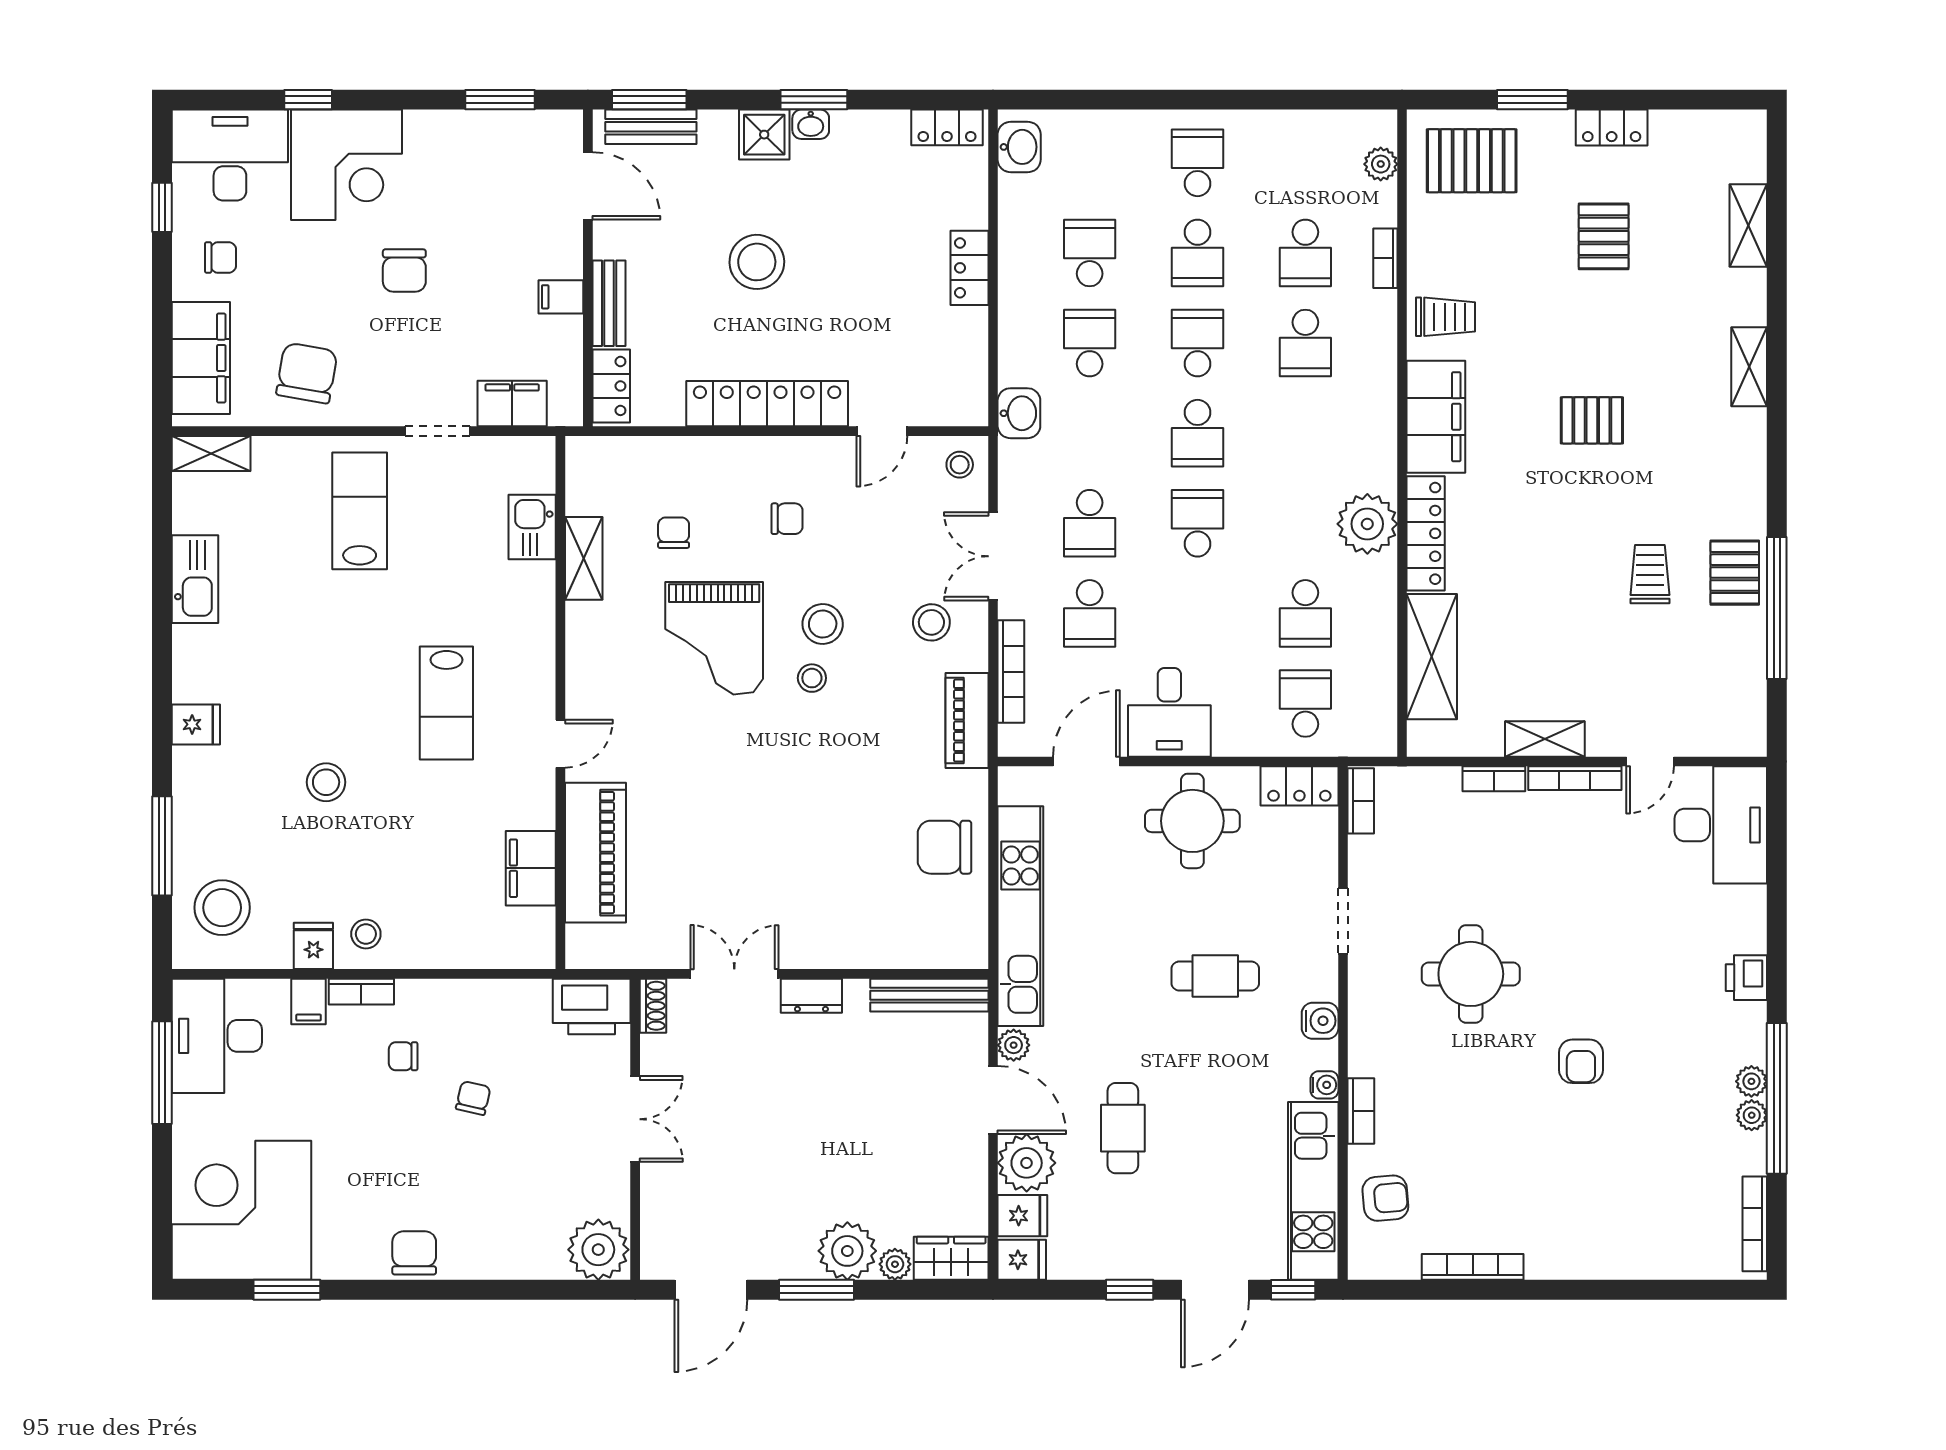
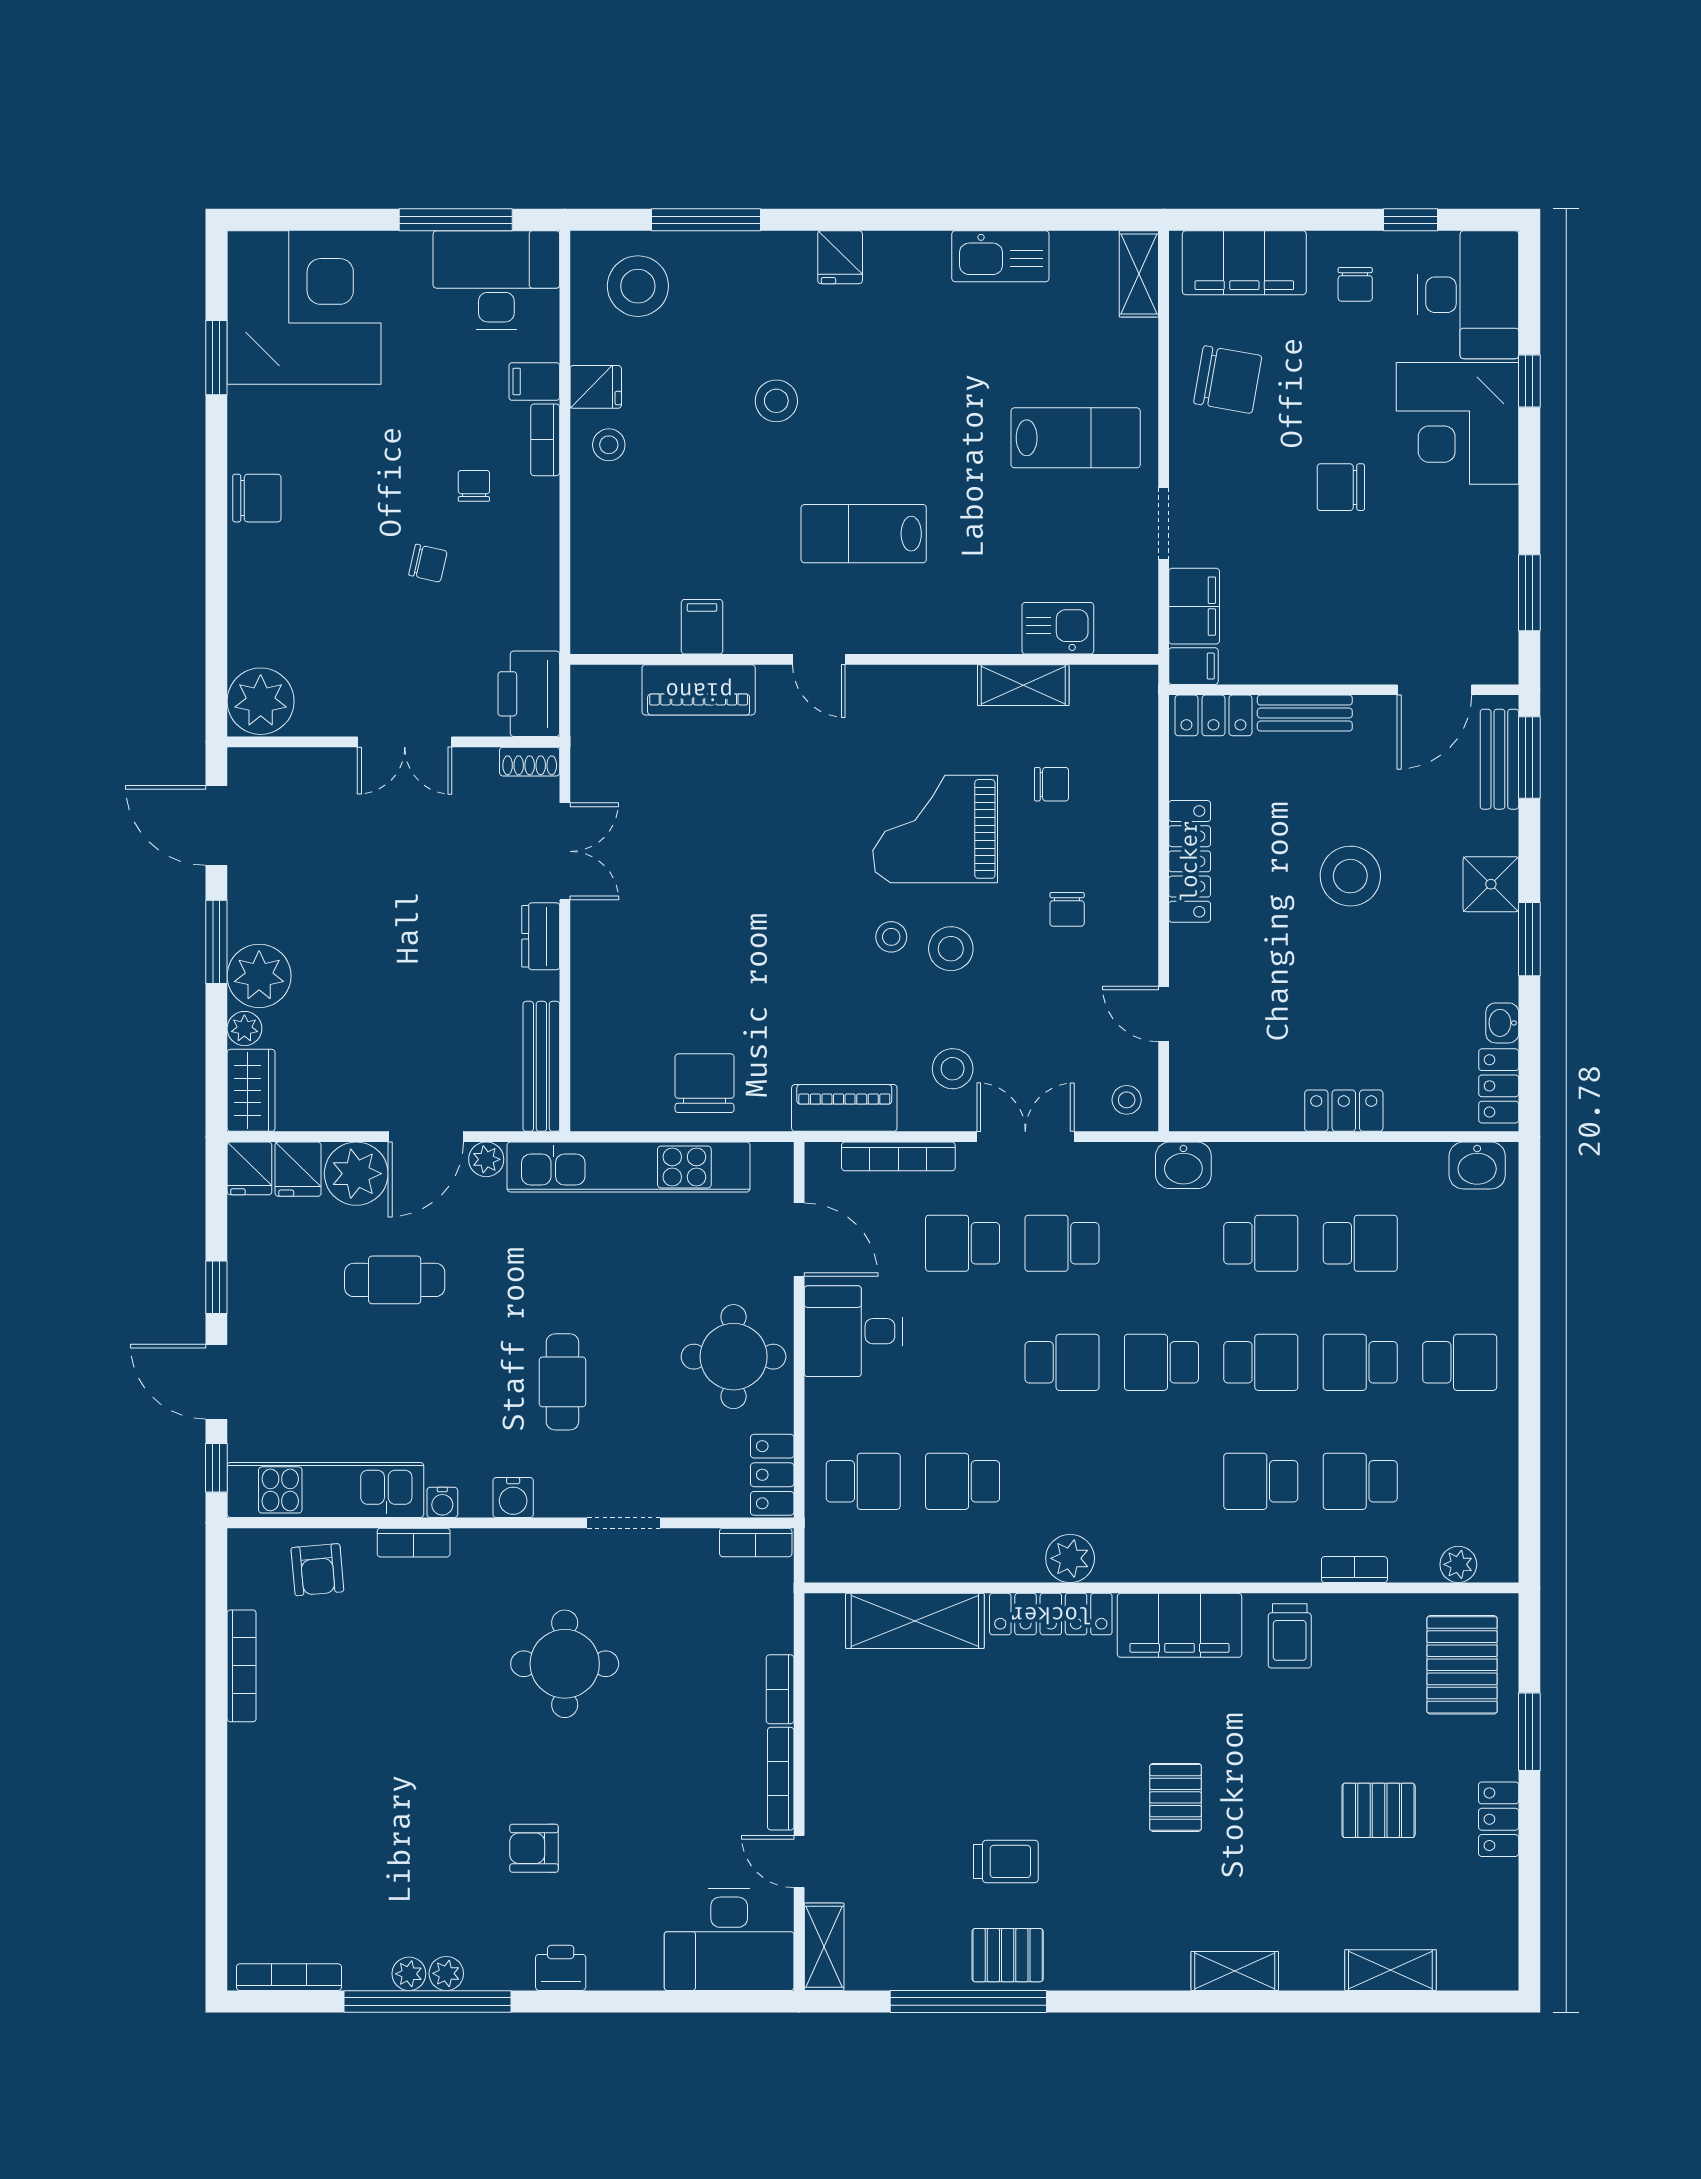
washbasin: (811, 124) -> (1502, 1023), moved
filing cabinet: (561, 297) -> (1193, 666), moved, turned 90
locker: (767, 404) -> (1190, 861), width x0.71, depth x0.83
plant: (1367, 524) -> (1070, 1558), width x0.73, depth x0.73
shelving: (1545, 739) -> (824, 1947), moved
piano: (596, 853) -> (699, 690), width x0.73, depth x0.75
filing cabinet: (531, 868) -> (702, 627), width x0.50
armchair: (1581, 1061) -> (534, 1848), moved

